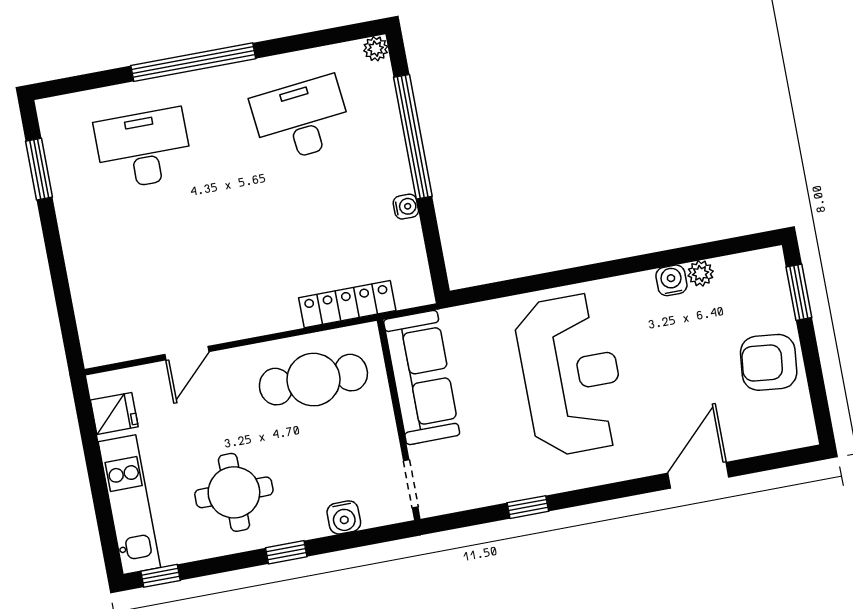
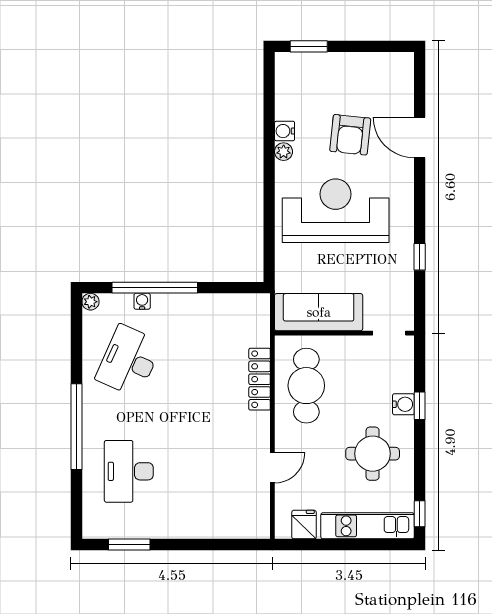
desk: (301, 119) -> (129, 361), turned 30
water cooler: (406, 207) -> (142, 301), moved
plant: (701, 273) -> (284, 152), moved
locker: (347, 304) -> (260, 379), moved
door: (187, 353) -> (272, 468), hinge flipped
armchair: (769, 362) -> (350, 135), moved
water cooler: (344, 517) -> (403, 404), moved
window: (286, 552) -> (420, 406), moved

